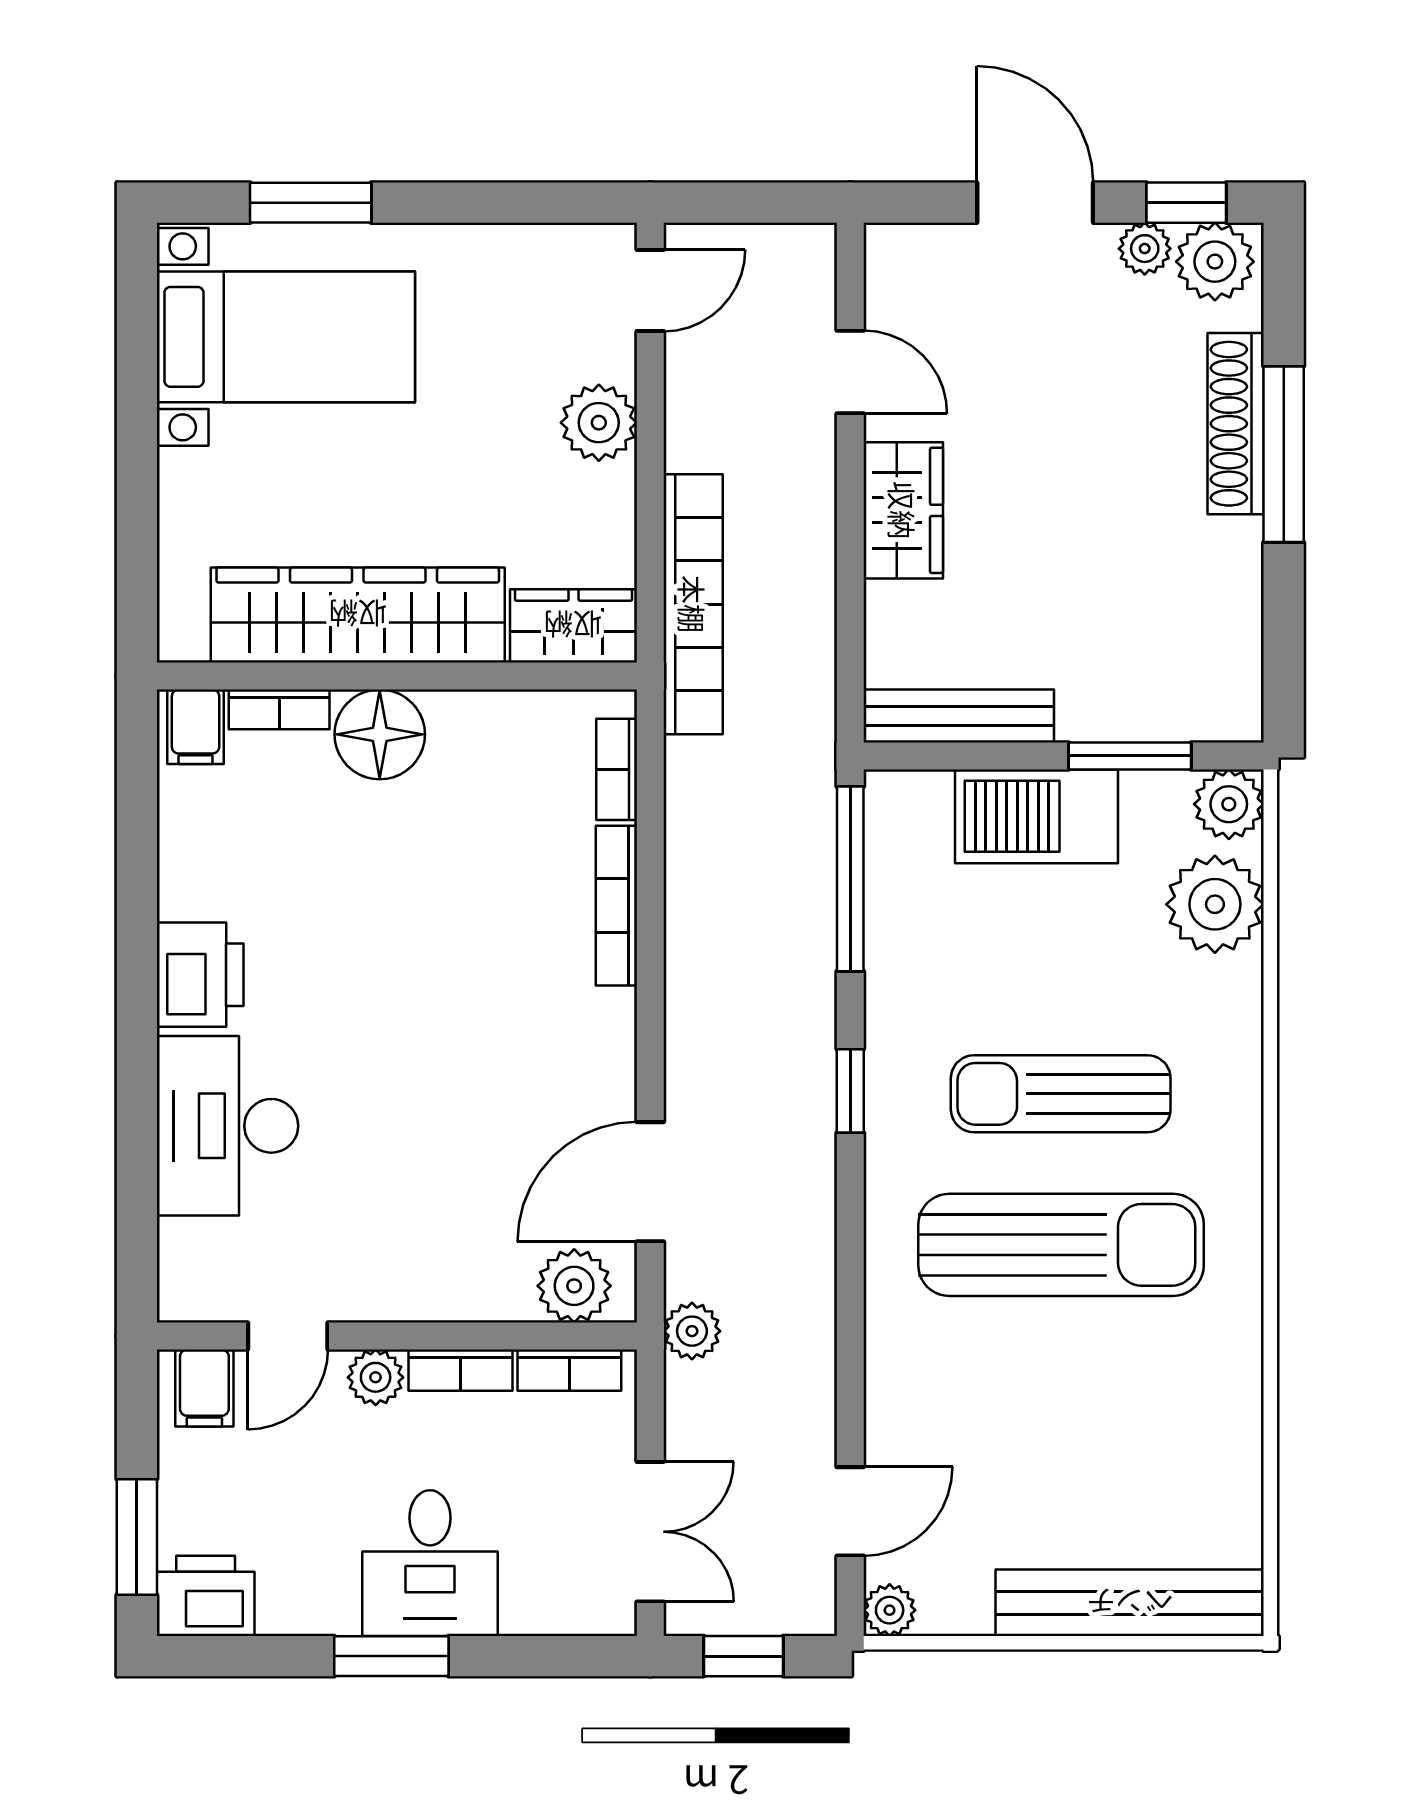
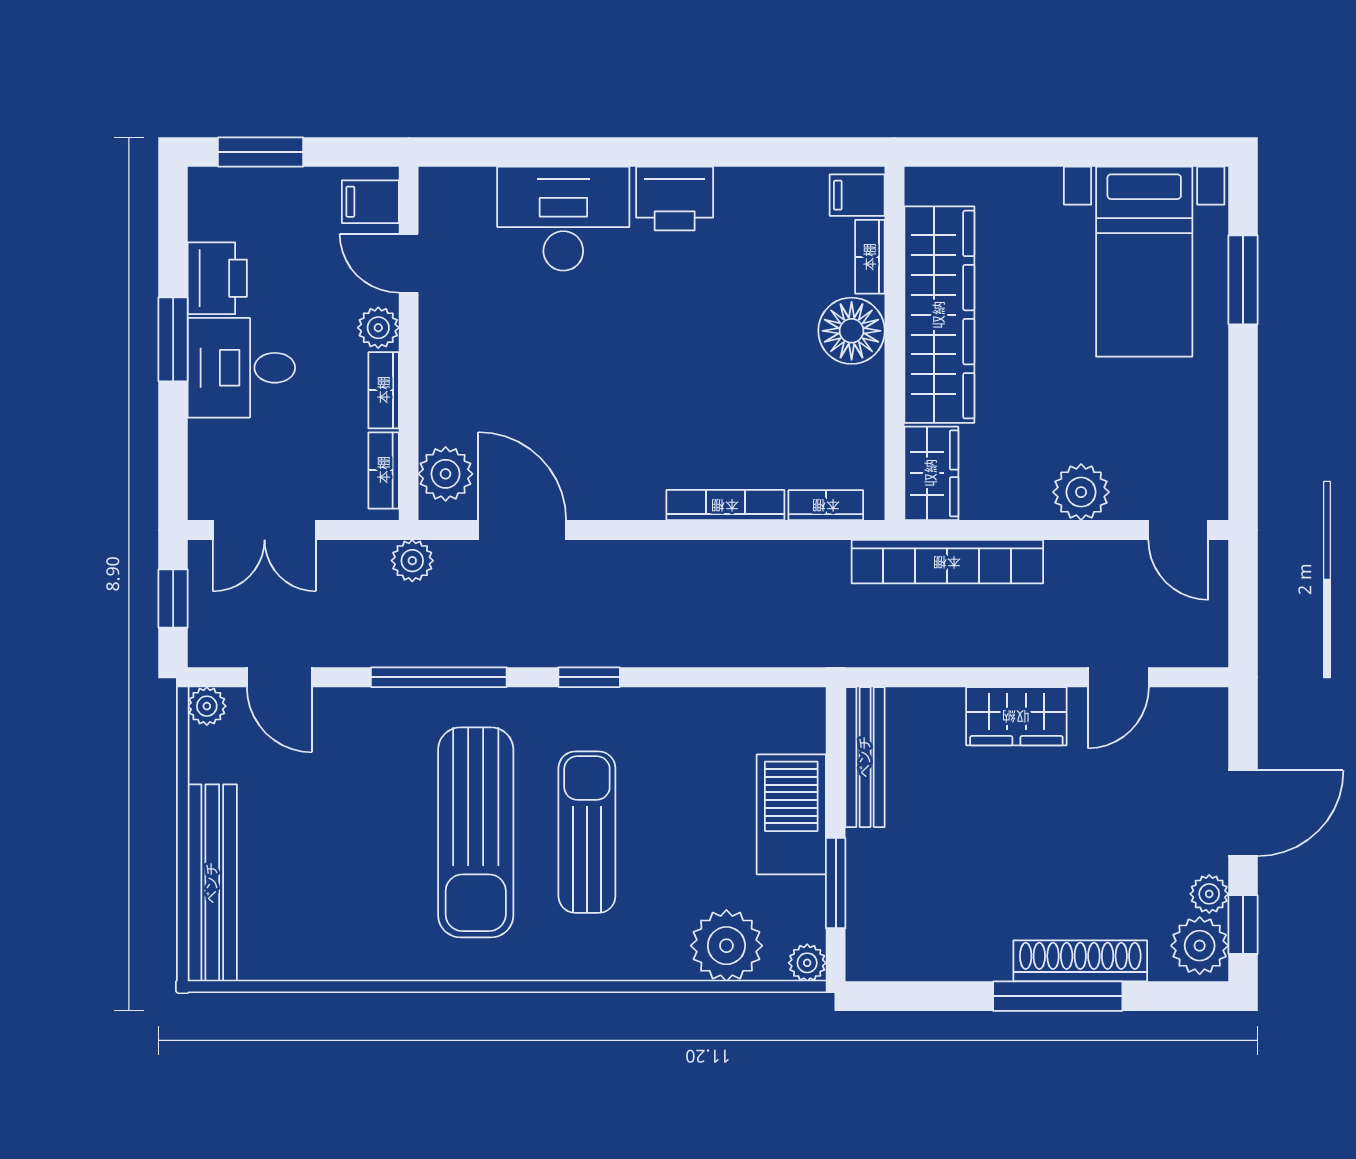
plant: (1229, 804) -> (807, 963), width x0.73, depth x0.73
window: (850, 879) -> (439, 677), moved
printer: (206, 1596) -> (217, 278), moved

